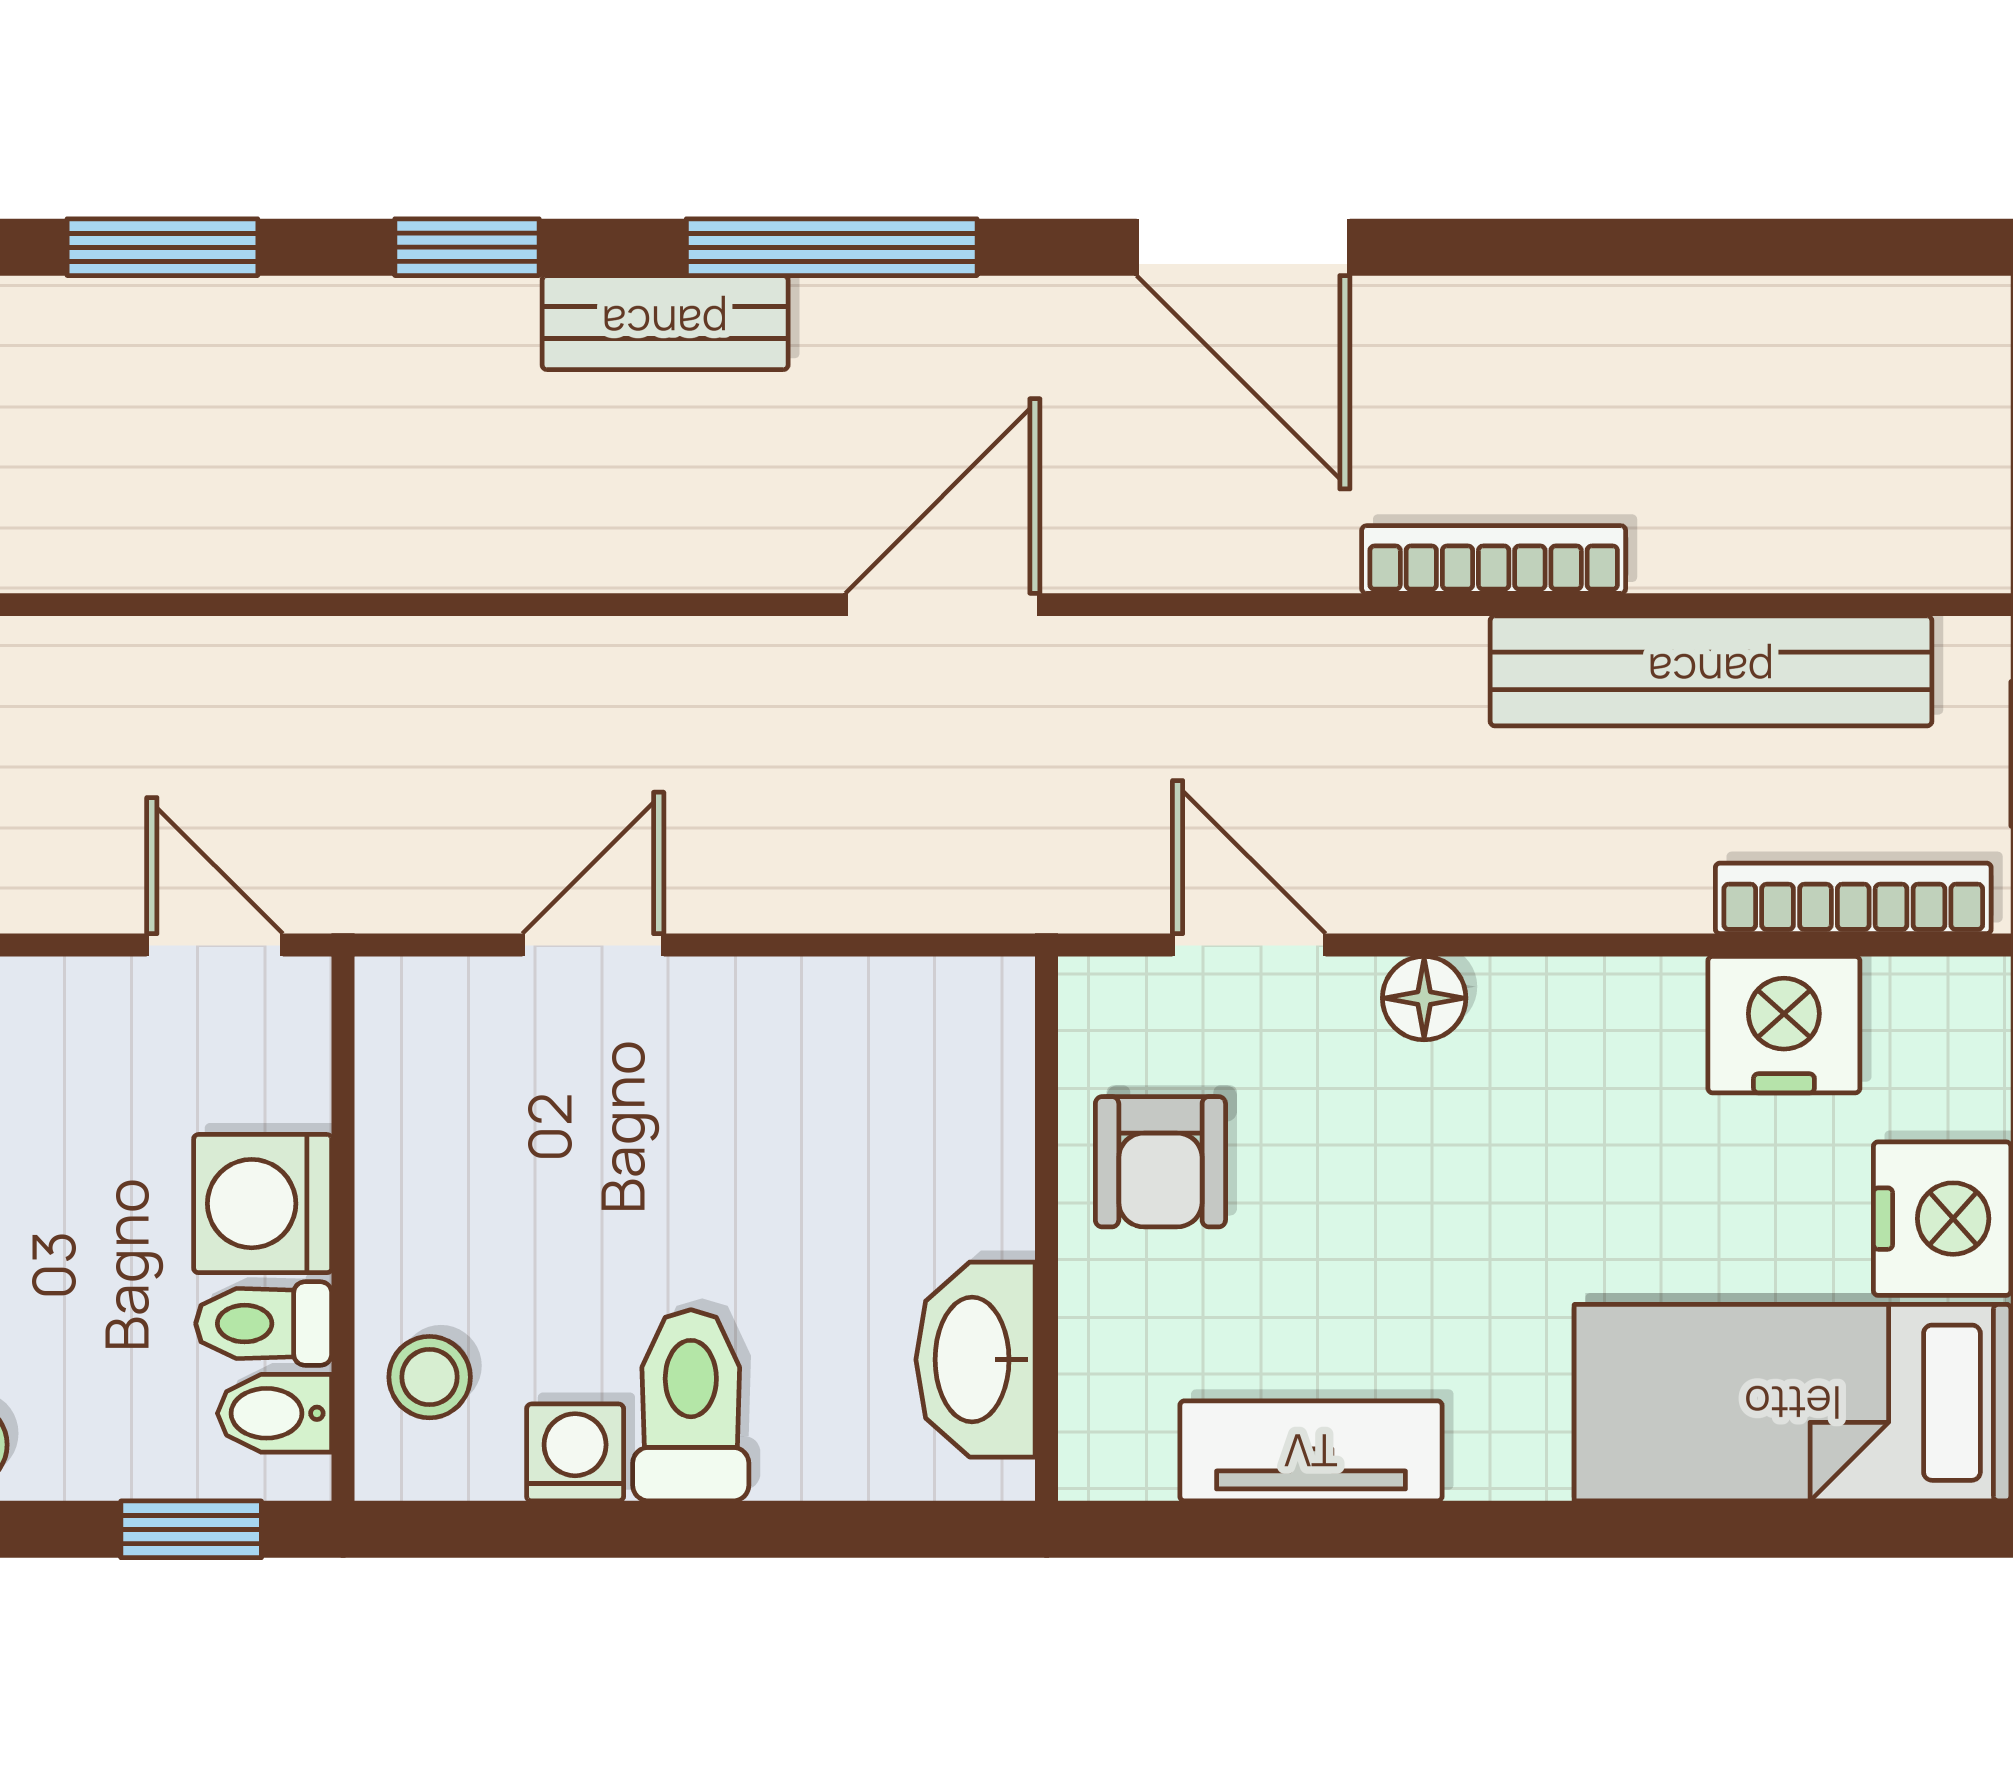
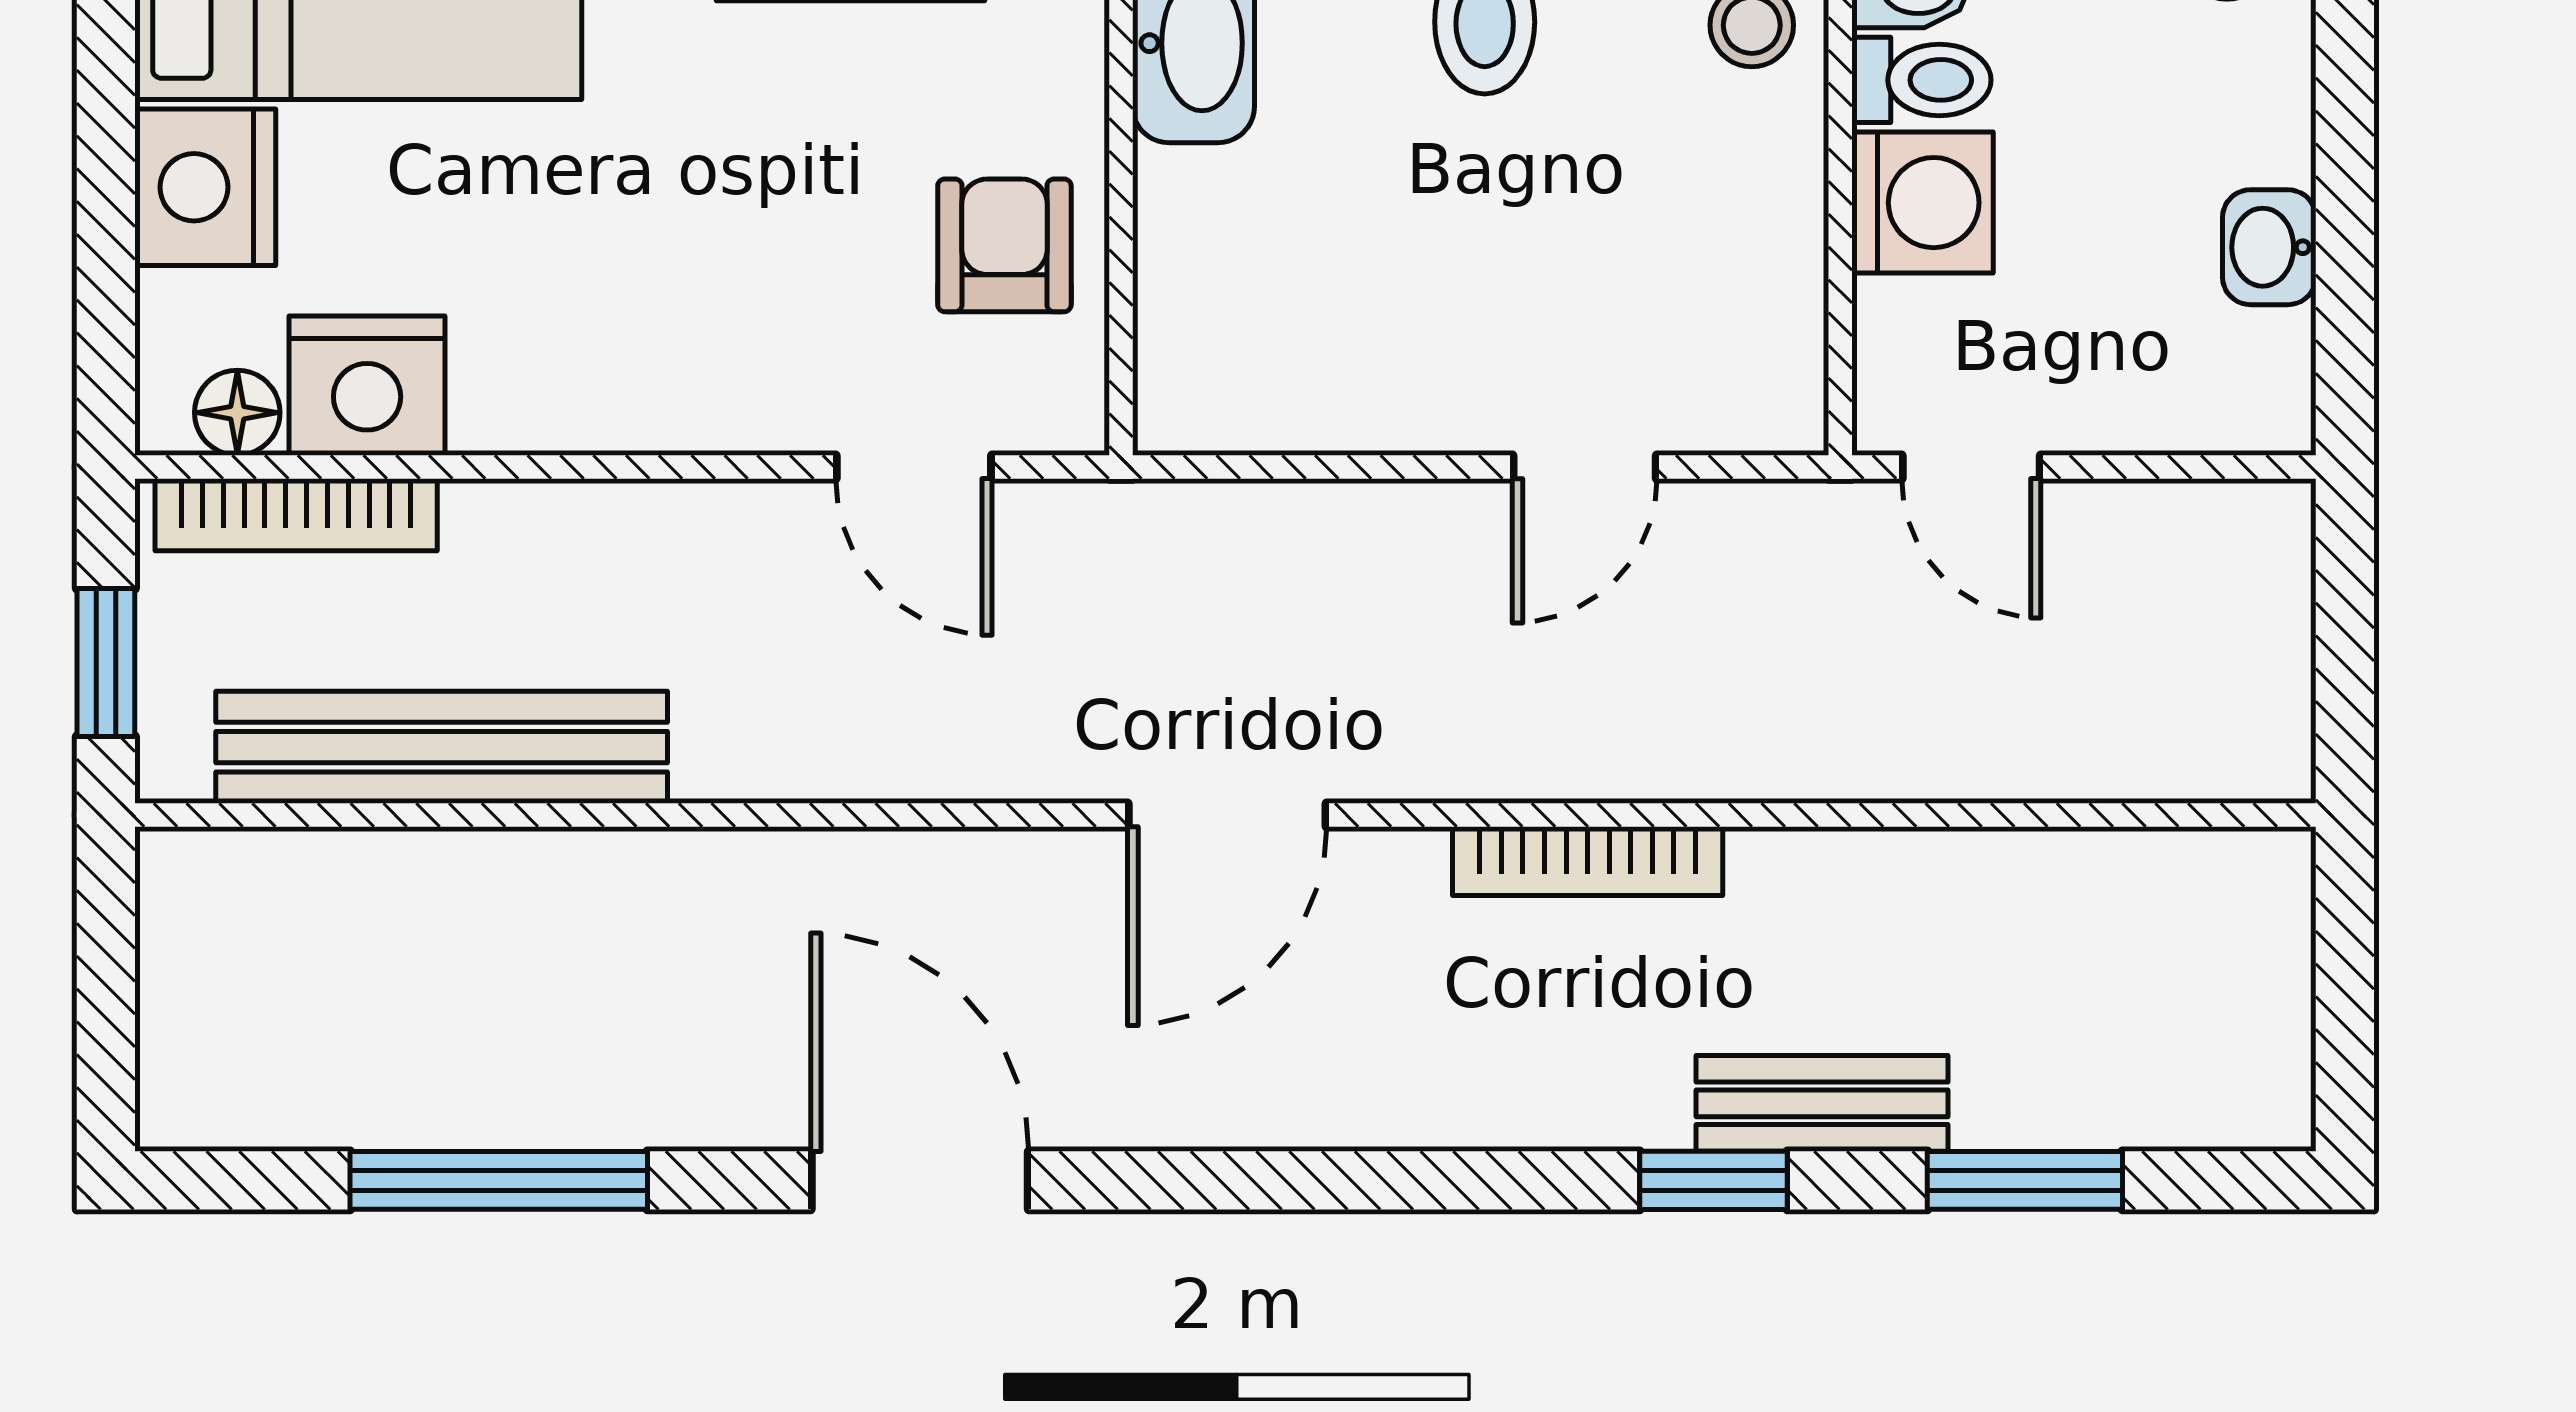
window: (832, 247) -> (499, 1180), moved
bench: (665, 323) -> (1822, 1103), moved
bookcase: (1494, 559) -> (1588, 861), moved
floor lamp: (1424, 998) -> (237, 413), moved

